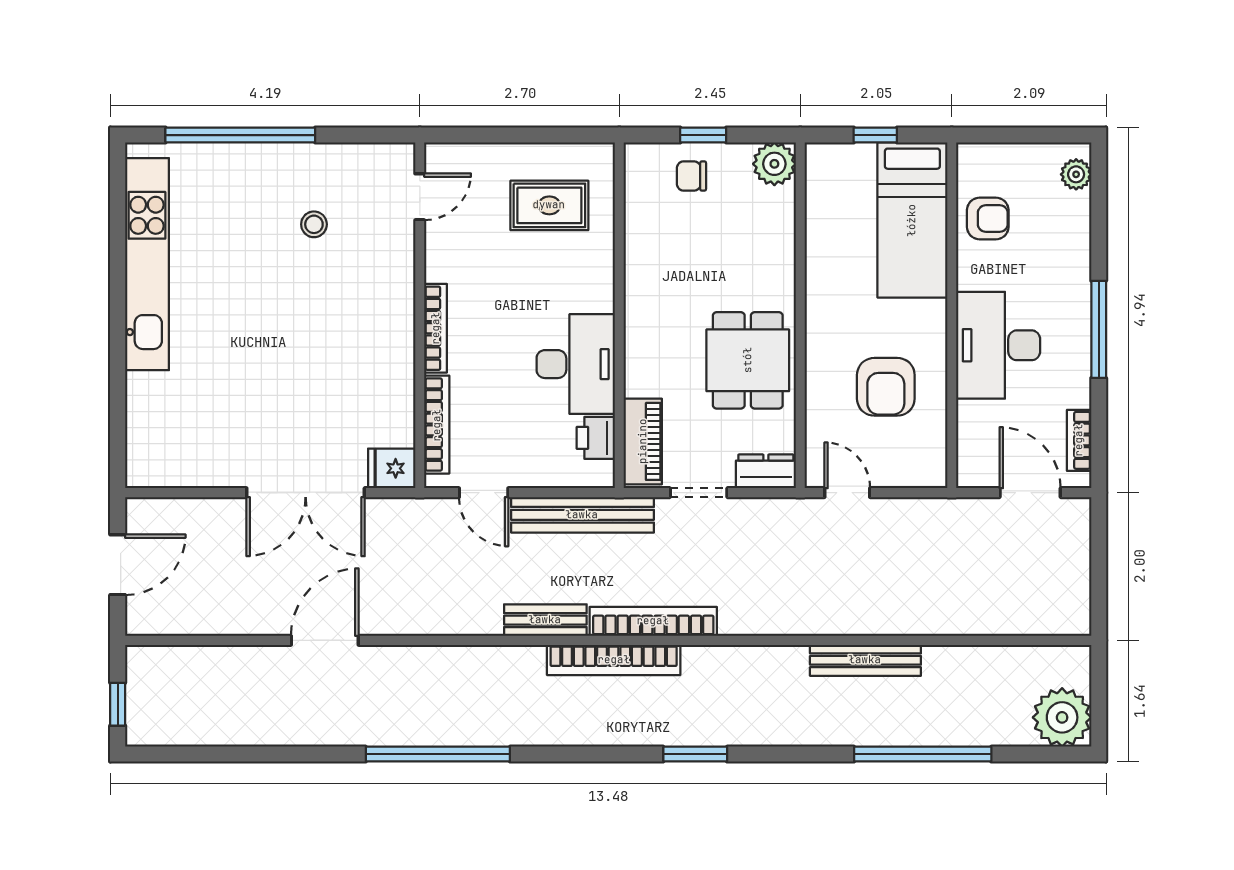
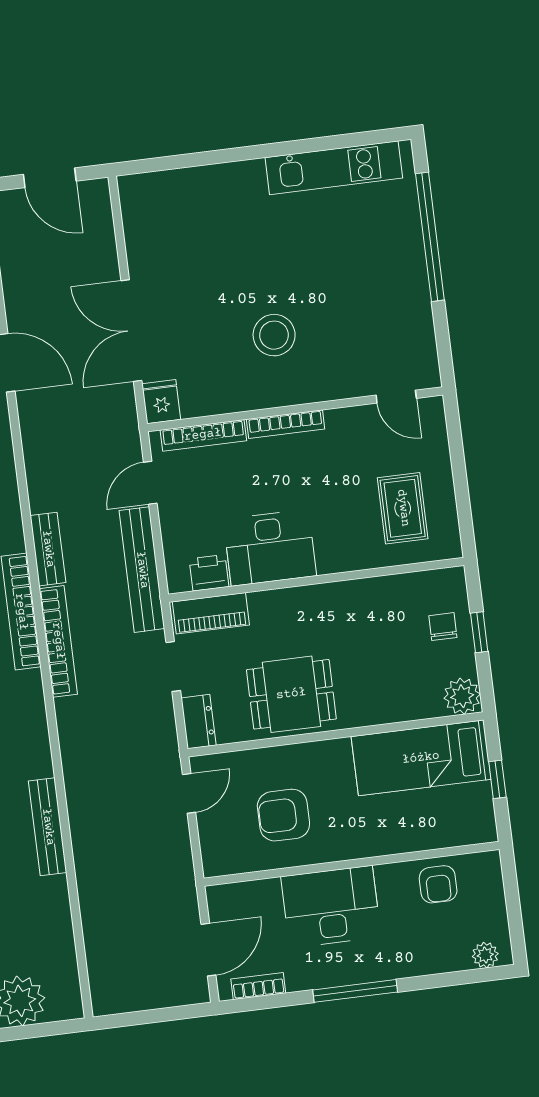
bed: (912, 220) -> (421, 758), moved
stool: (314, 224) -> (274, 335), moved, width x1.89, depth x1.89
kitchen unit: (147, 264) -> (334, 168), width x0.73

